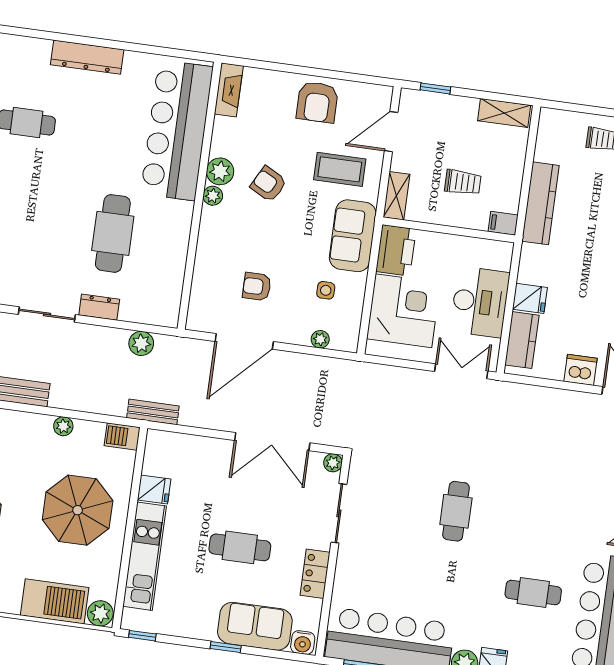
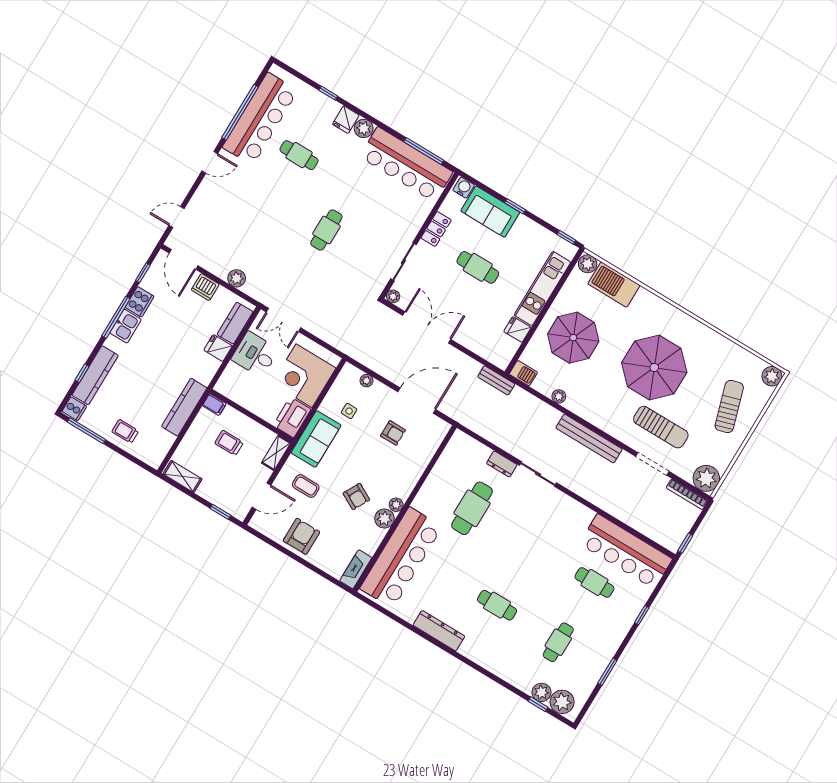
coffee table: (340, 169) -> (306, 486), width x0.73, depth x0.77
desk: (480, 302) -> (255, 354), width x0.73
plant: (141, 343) -> (237, 278), moved

